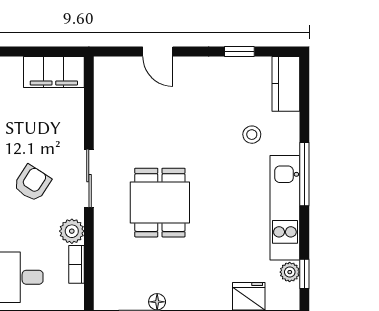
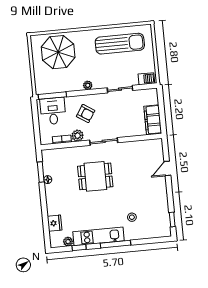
window: (239, 51) -> (172, 220), moved
kitchen counter: (286, 84) -> (158, 231), removed
armchair: (32, 183) -> (86, 114), moved
window: (304, 274) -> (79, 248), moved

